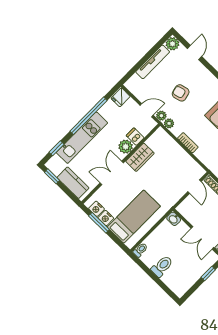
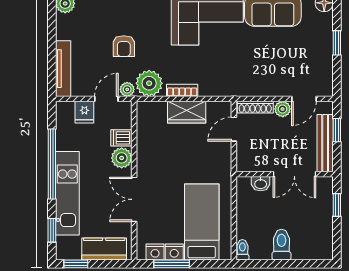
tv unit: (153, 62) -> (63, 69), moved
armchair: (181, 93) -> (124, 46), turned -75
fridge: (121, 97) -> (84, 112), moved
plant: (169, 123) -> (149, 83), width x1.88, depth x1.88
wardrobe: (140, 157) -> (187, 112), moved, turned 90
door: (194, 187) -> (234, 129), swing flipped
washbasin: (174, 219) -> (261, 184), moved

